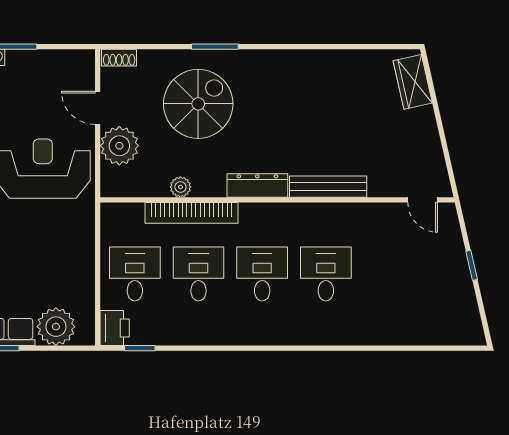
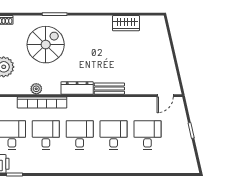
wardrobe: (413, 82) -> (126, 23), moved, turned -77
bench: (328, 187) -> (109, 89), width x0.73
door: (423, 200) -> (165, 96), hinge flipped
desk: (390, 274) -> (147, 135), added

